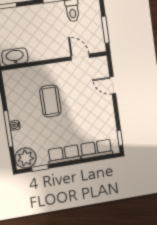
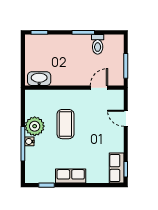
door: (80, 57) -> (99, 88), hinge flipped
row of seats: (96, 149) -> (117, 168), moved, turned -90
plant: (26, 158) -> (35, 126), moved

